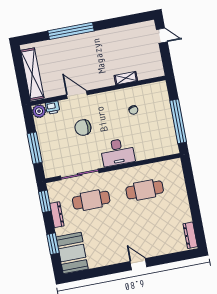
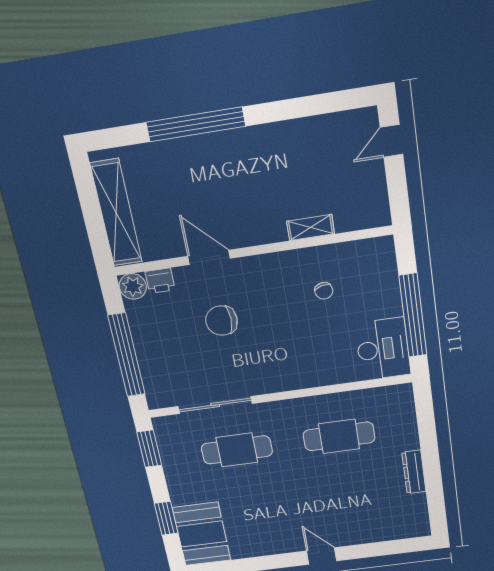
door: (162, 36) -> (392, 141), swing flipped
window: (35, 148) -> (127, 355), width x1.46
desk: (118, 152) -> (383, 349), moved, turned -90
dresser: (57, 215) -> (173, 472), removed
dresser: (190, 235) -> (414, 472), moved

